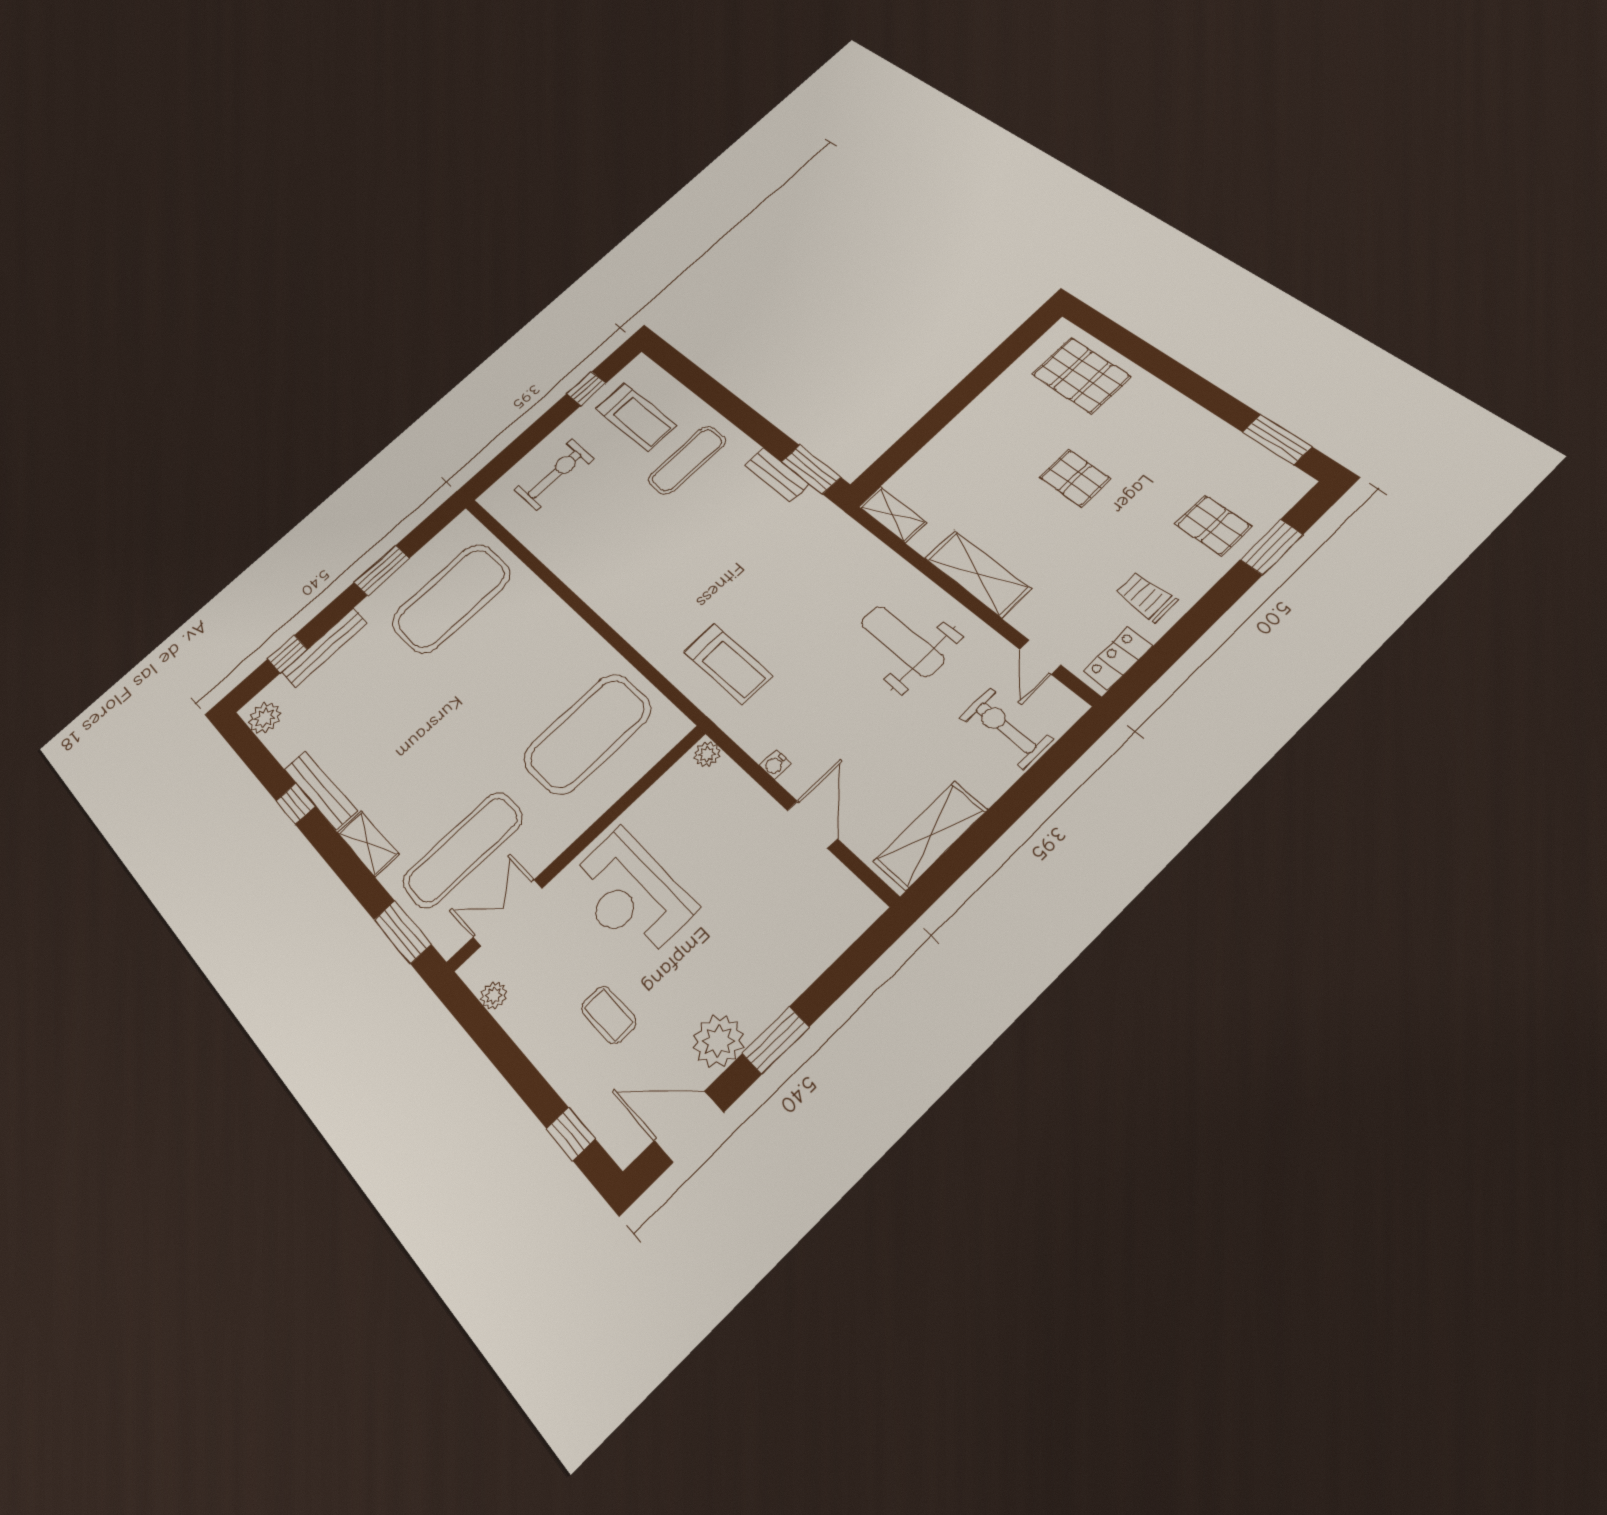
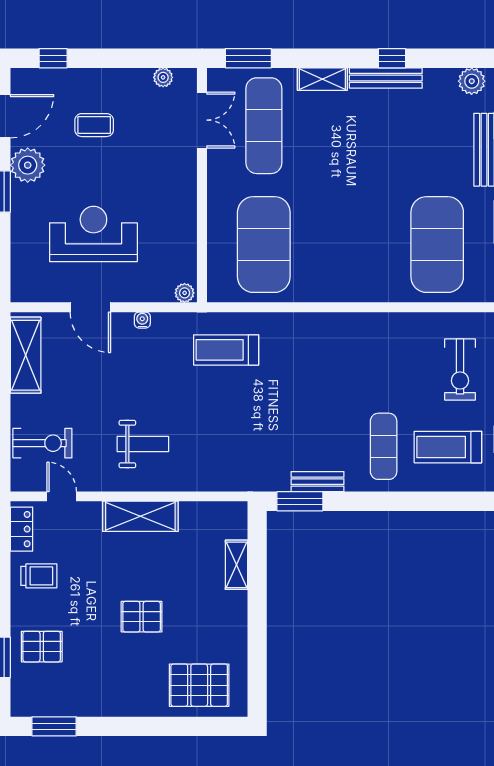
shelving: (892, 515) -> (236, 565), moved, turned 90
weight bench: (902, 641) -> (143, 444), width x0.73, depth x0.75
reception desk: (630, 894) -> (93, 234), moved

